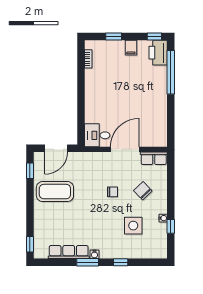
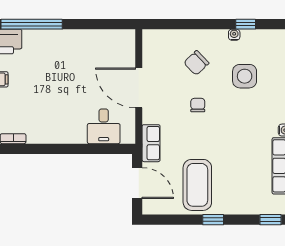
desk: (97, 135) -> (104, 126), moved
row of seats: (154, 158) -> (151, 143), moved
window: (30, 171) -> (213, 220), moved

